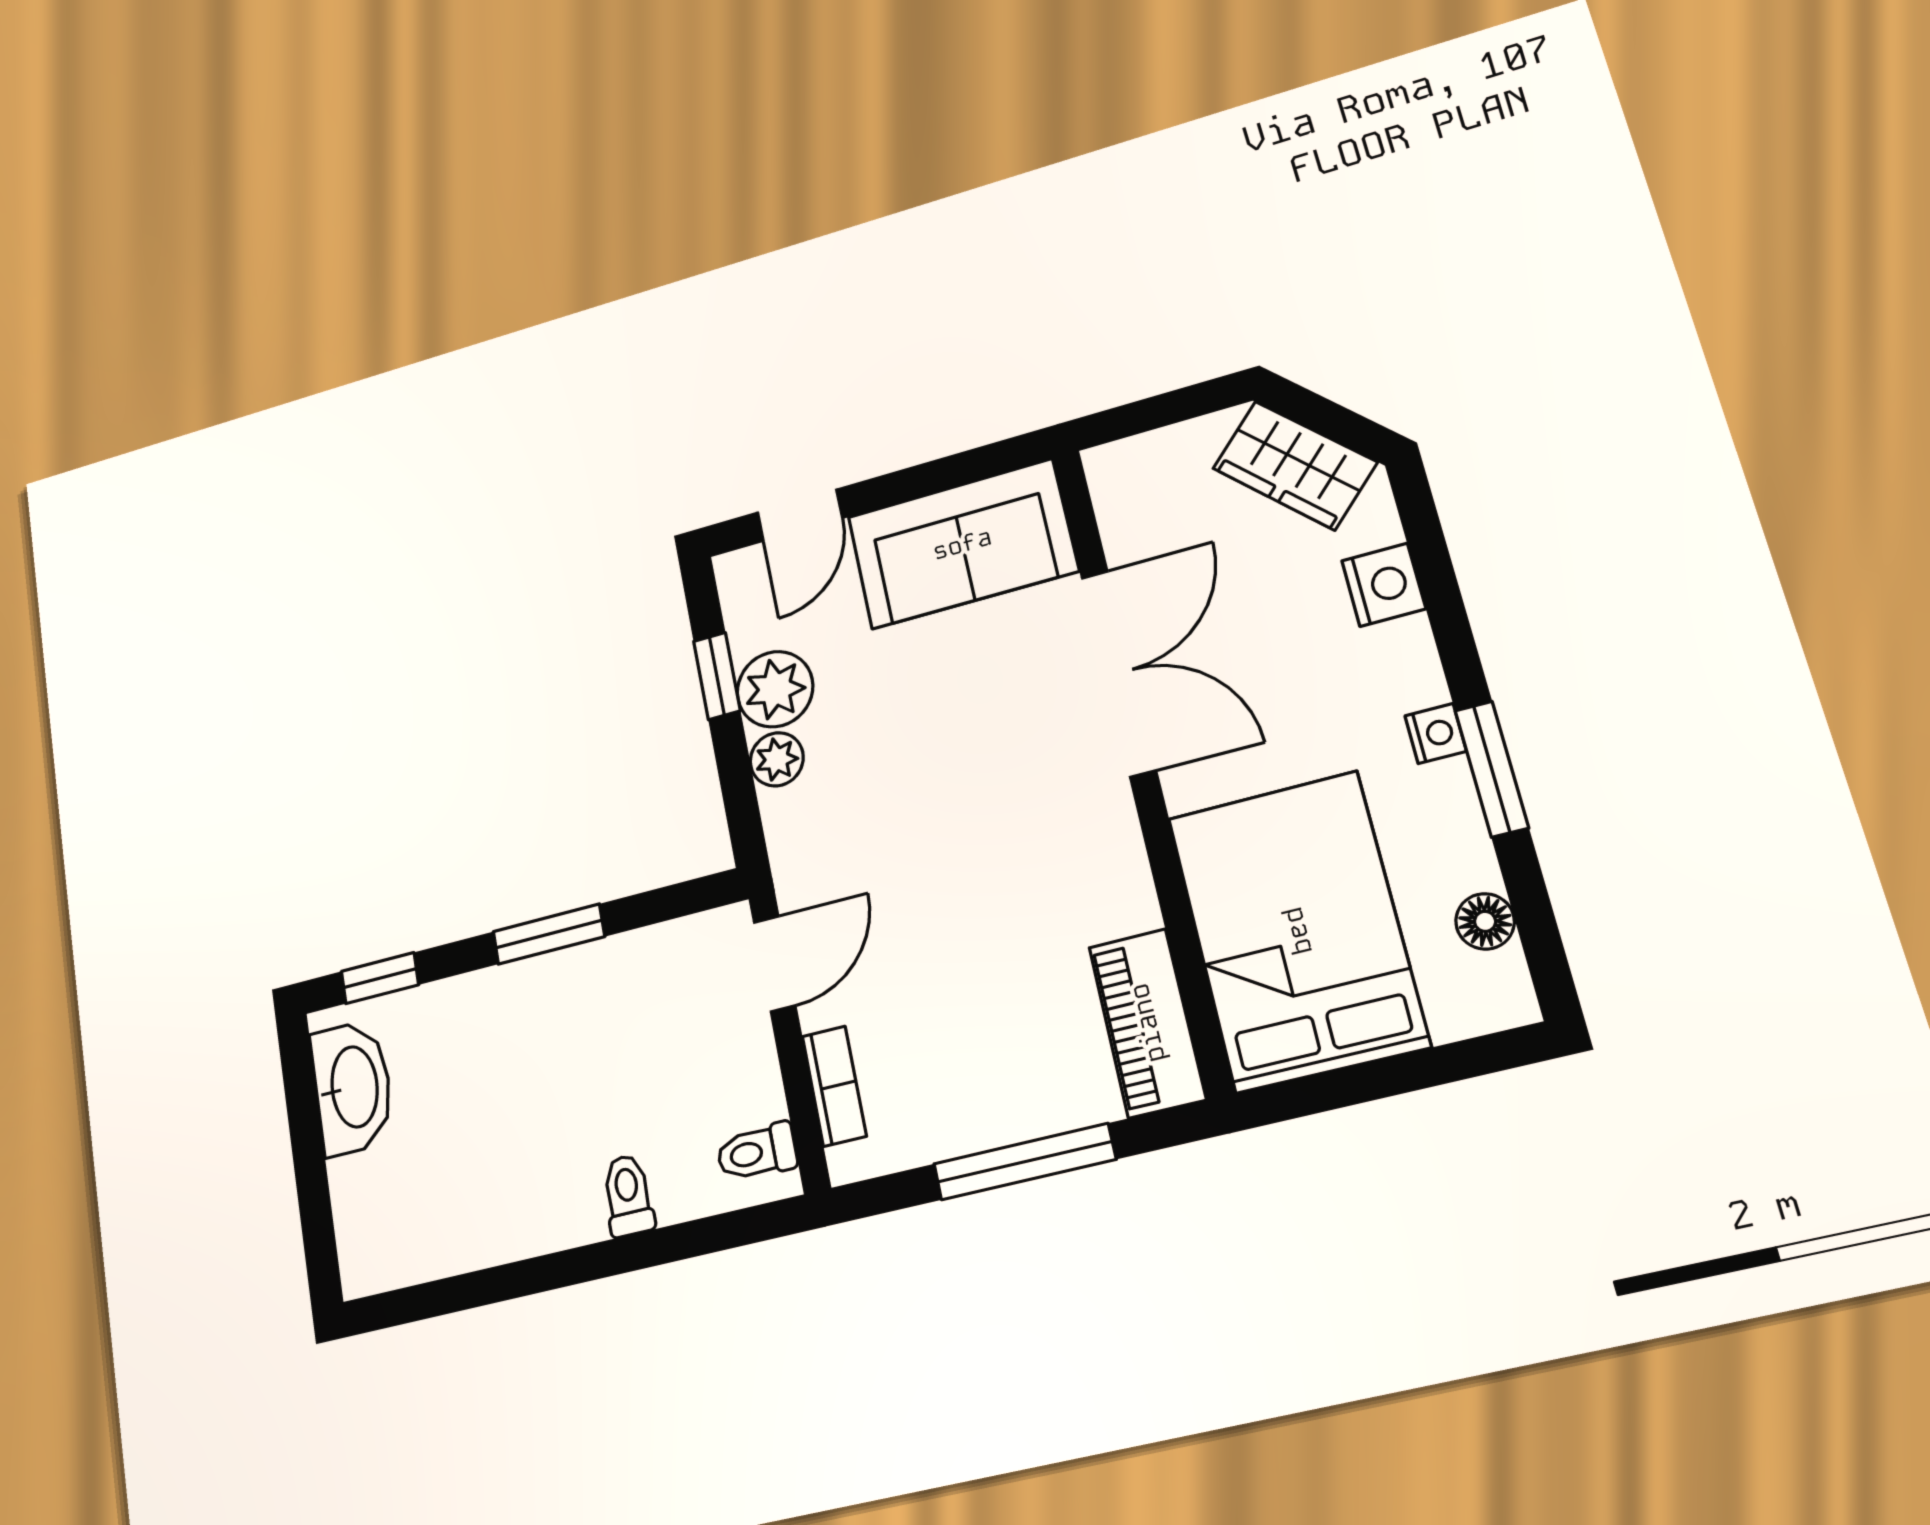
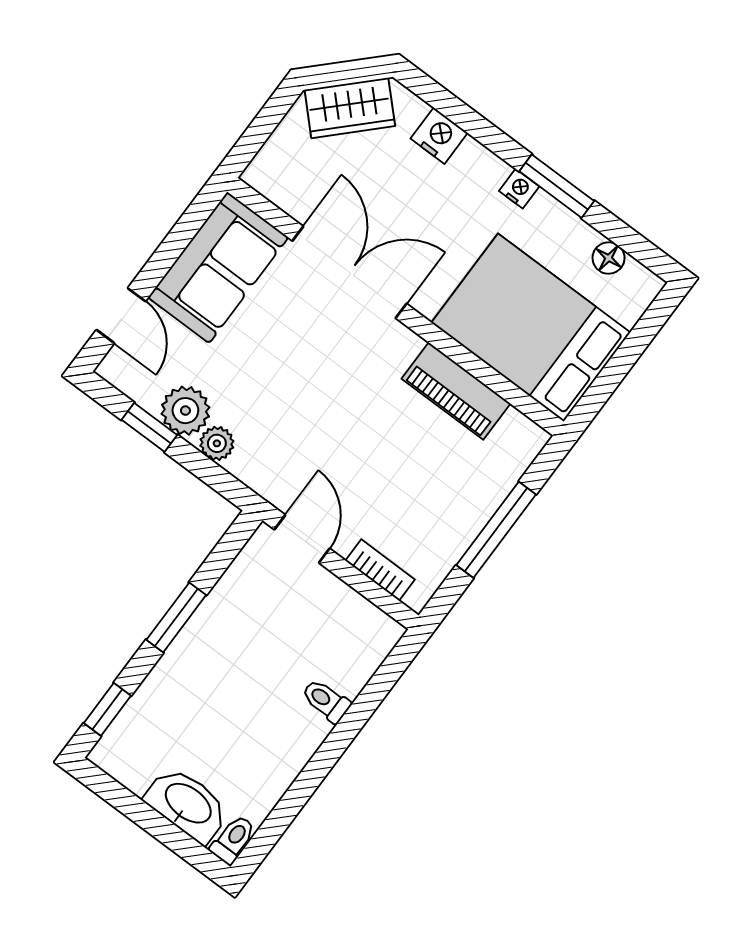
piano: (1147, 1023) -> (456, 391), moved
washbasin: (352, 1087) -> (187, 804), moved
toilet: (757, 1152) -> (233, 840), moved, turned 180

